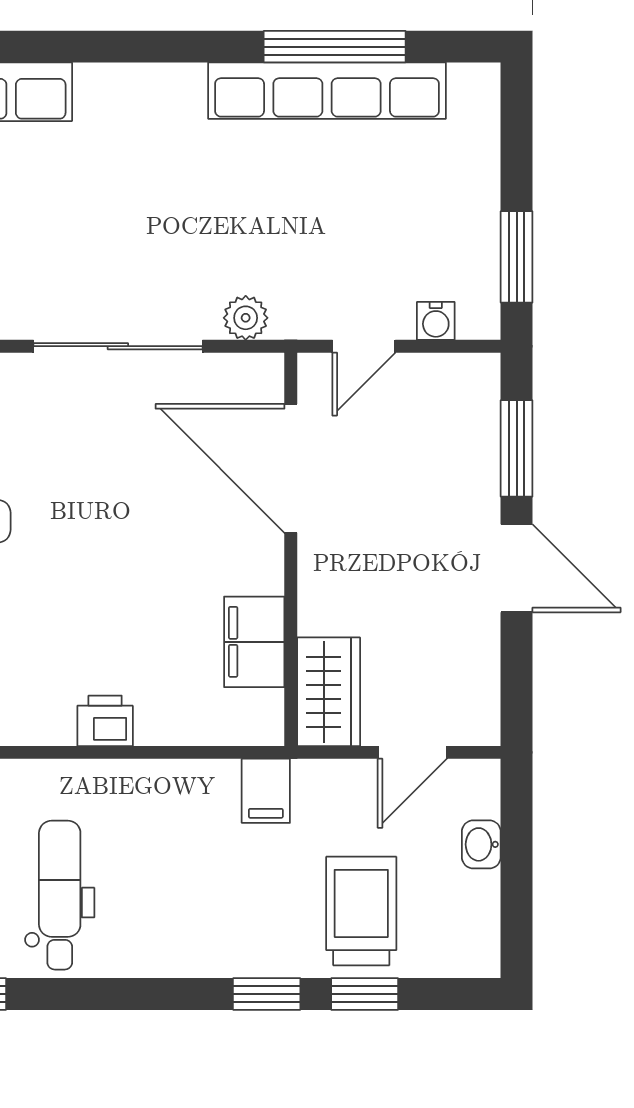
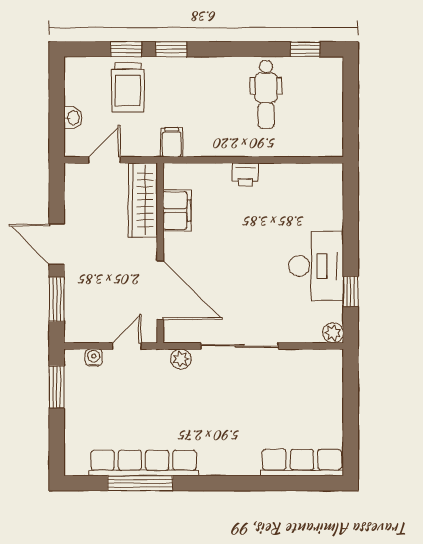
wardrobe: (329, 692) -> (143, 200), width x1.50

